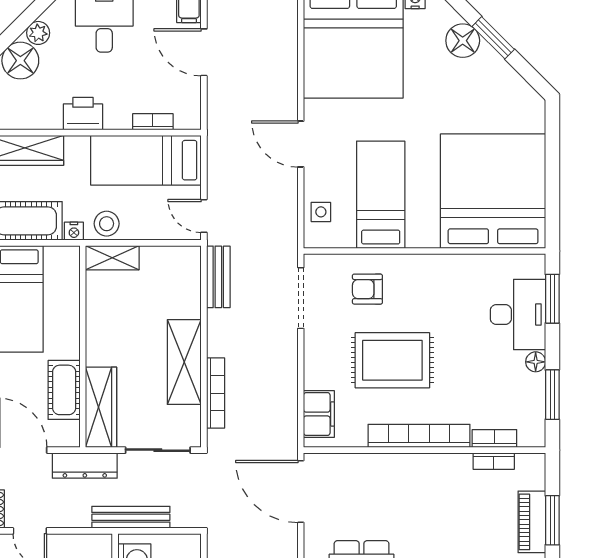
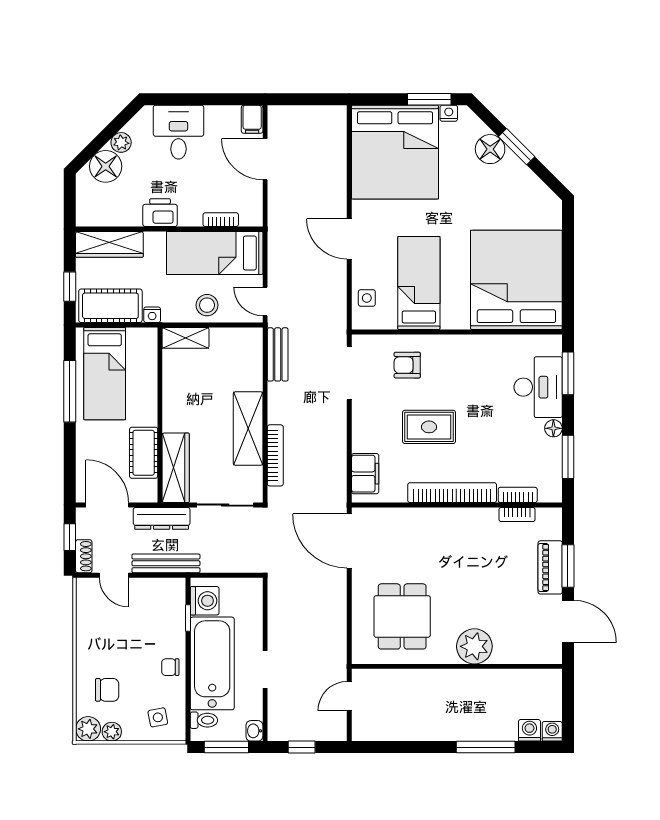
stool: (107, 224) -> (207, 305), moved
rug: (392, 360) -> (429, 427), width x0.73, depth x0.70
bench: (131, 517) -> (166, 563), moved

